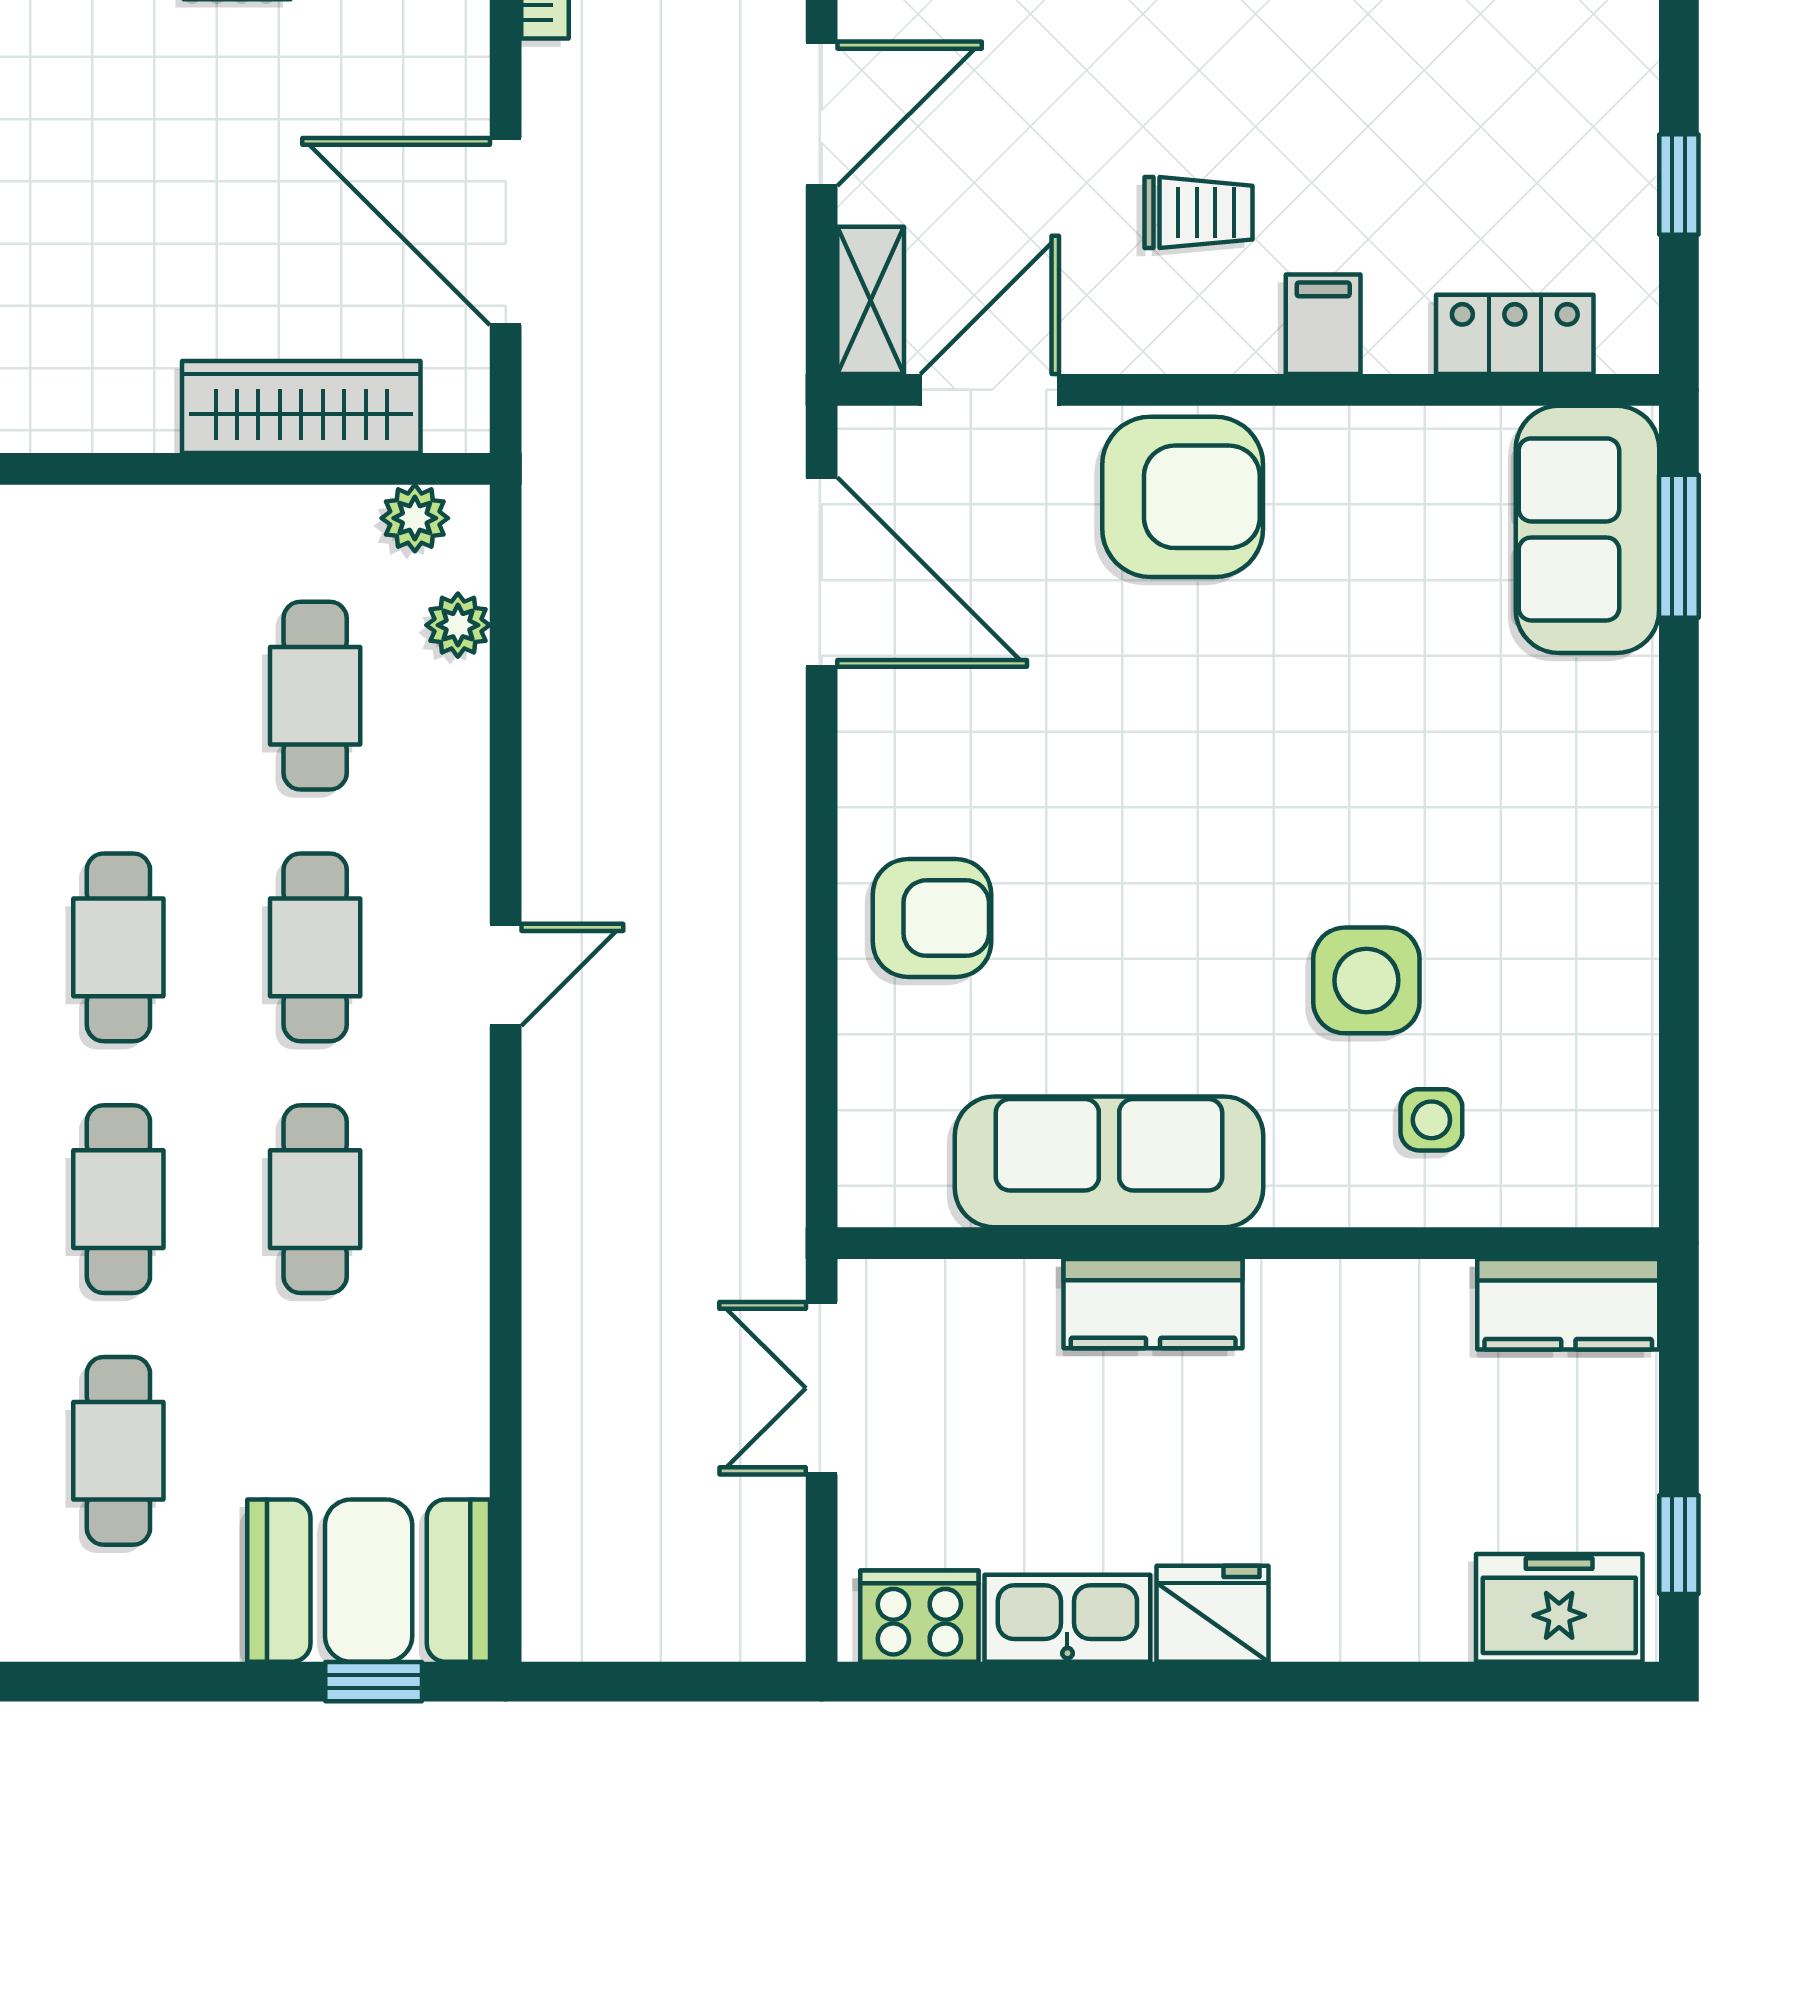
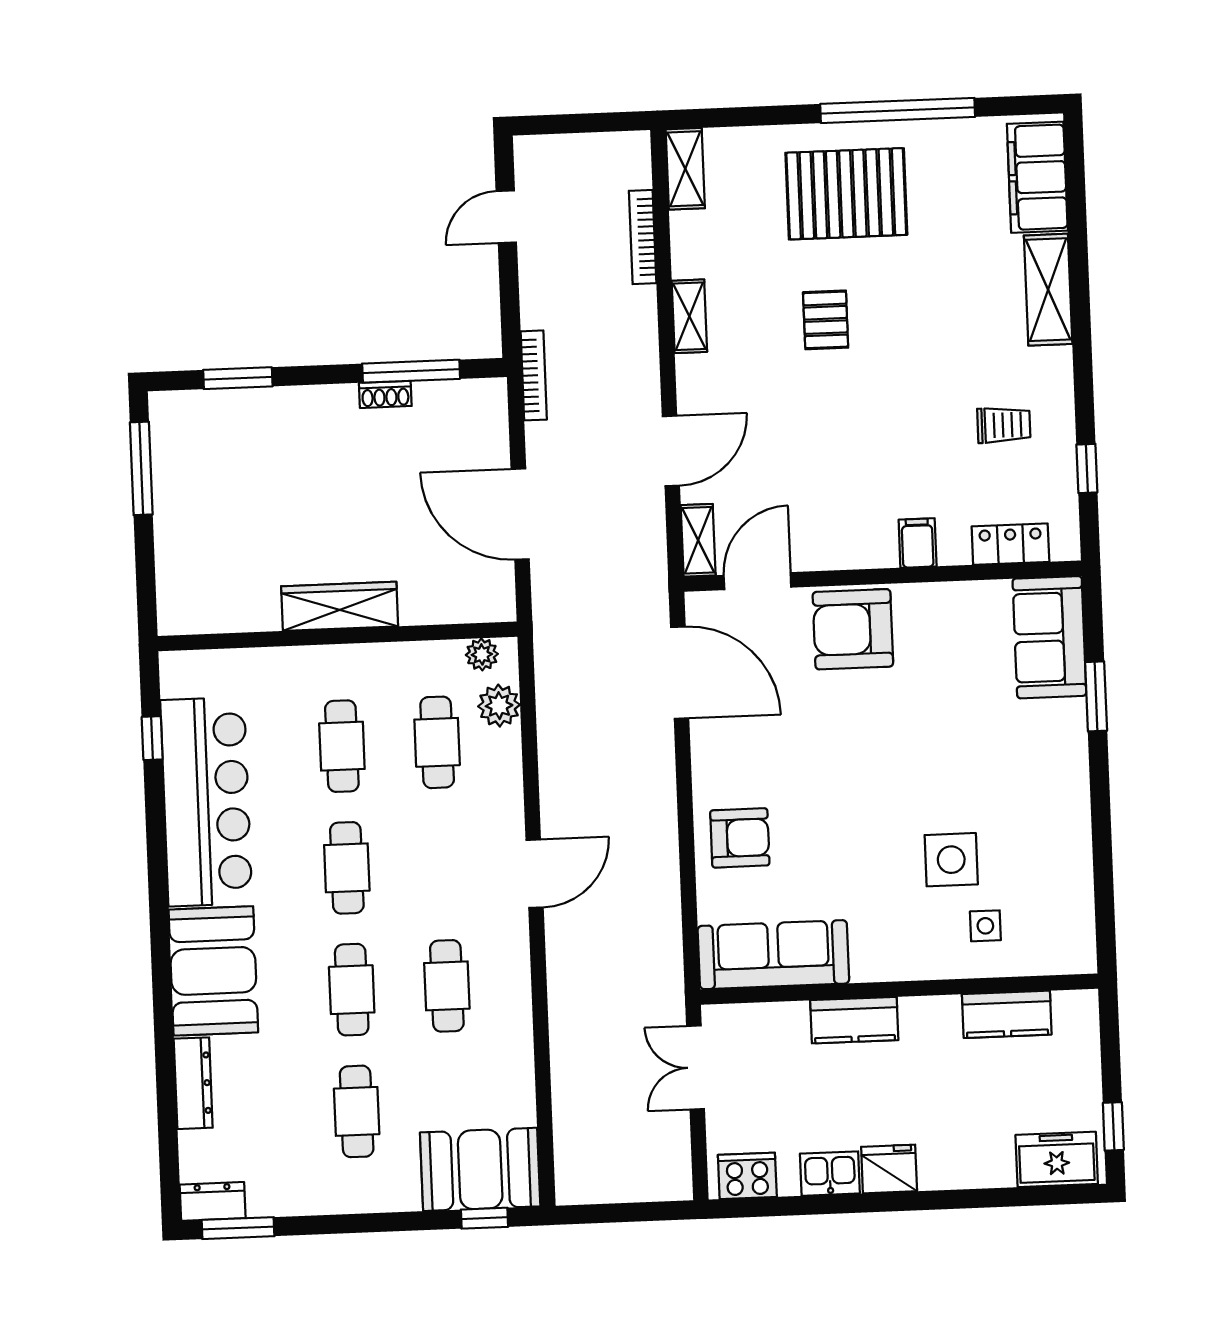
trolley: (1198, 213) -> (1004, 425), moved
wardrobe: (301, 407) -> (340, 606), moved
armchair: (1183, 497) -> (853, 629), turned 180
window: (1679, 546) -> (1096, 696), moved
plant: (458, 625) -> (499, 706), width x1.38, depth x1.38
cafe table: (315, 947) -> (342, 746), moved
door: (506, 975) -> (535, 874), width x1.38
sofa: (1109, 1162) -> (773, 955), moved
kitchen counter: (1568, 1304) -> (1007, 1014), moved
kitchen sink: (1067, 1618) -> (830, 1174), width x0.73

